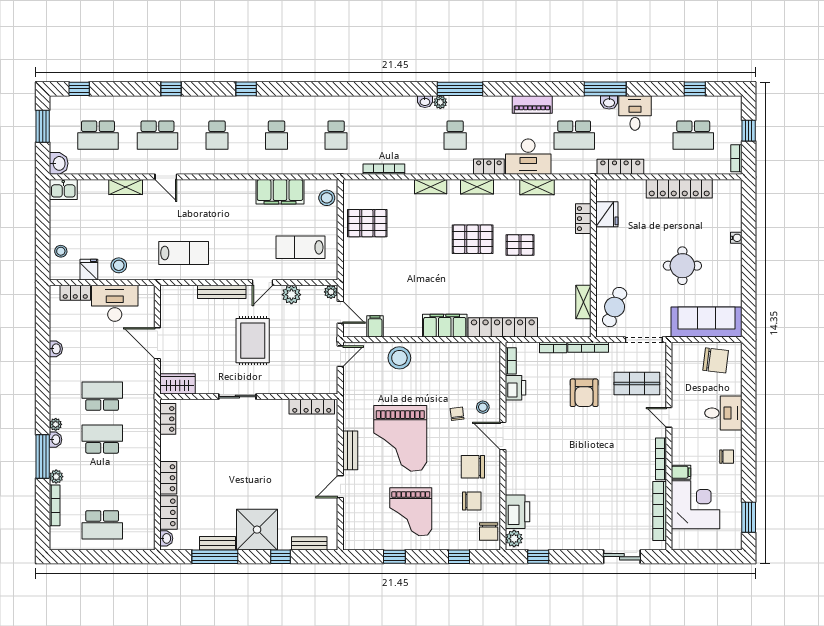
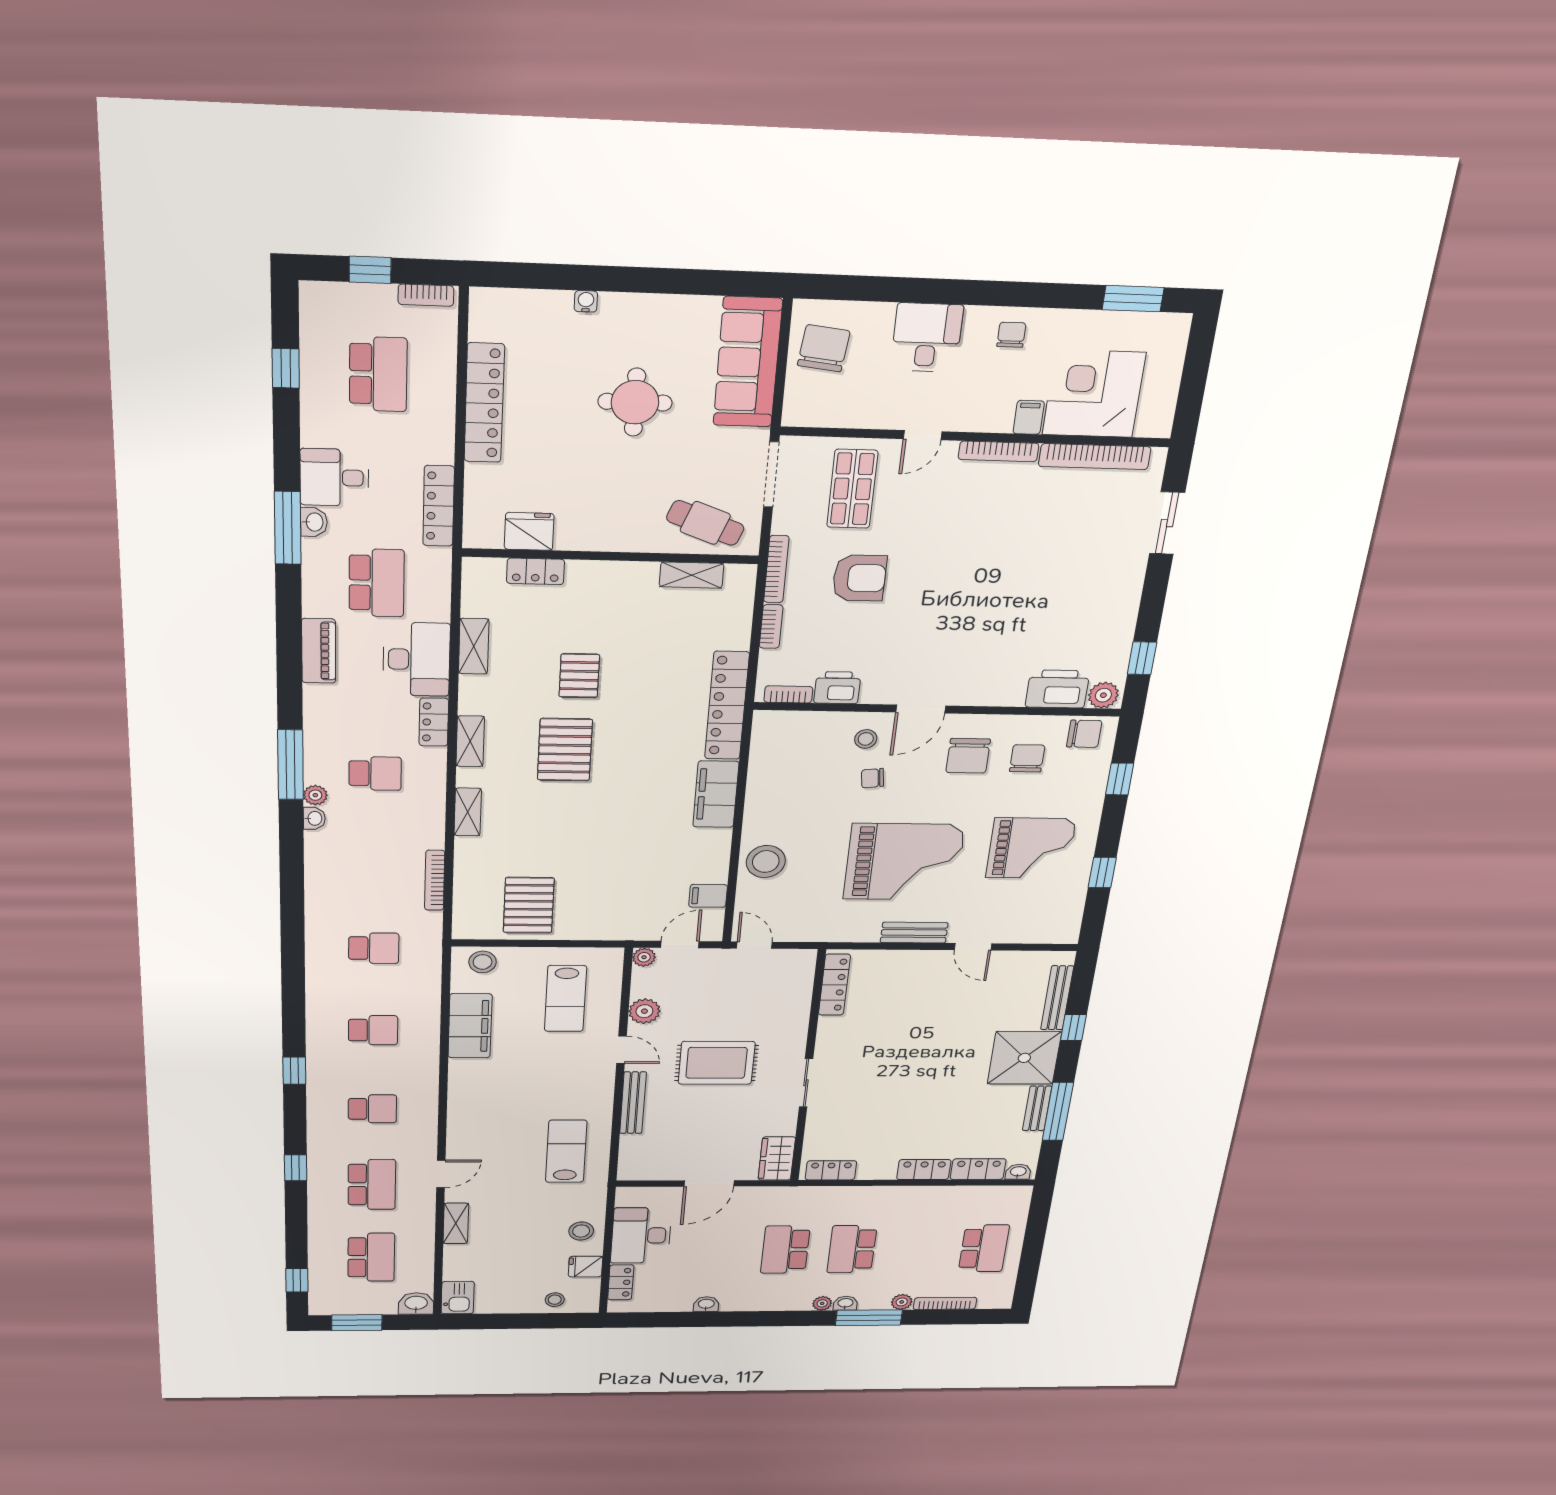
bench: (309, 543) -> (1057, 998), width x1.36

